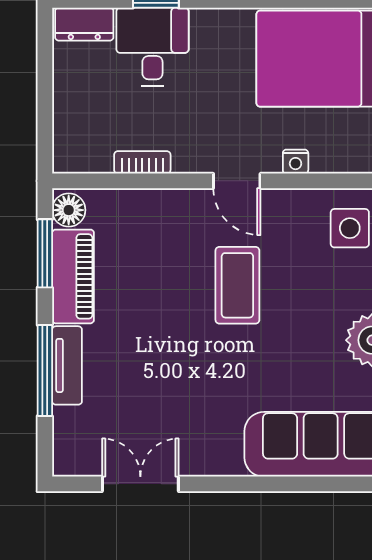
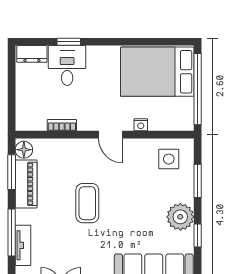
coffee table: (237, 285) -> (87, 203), moved
tv unit: (67, 365) -> (23, 245), moved

